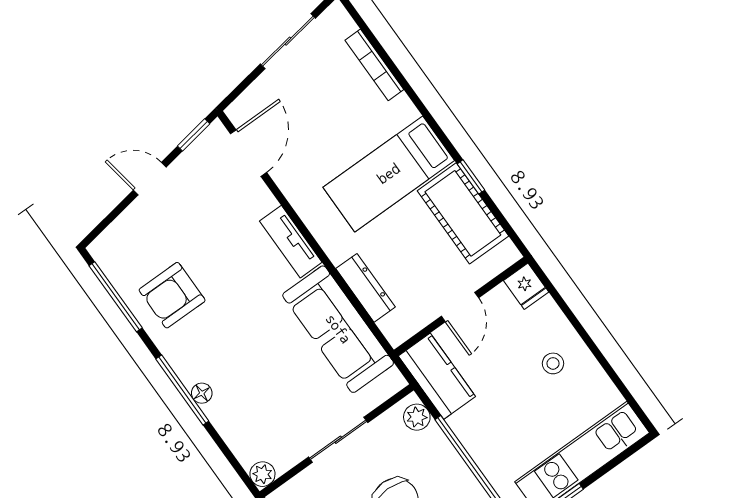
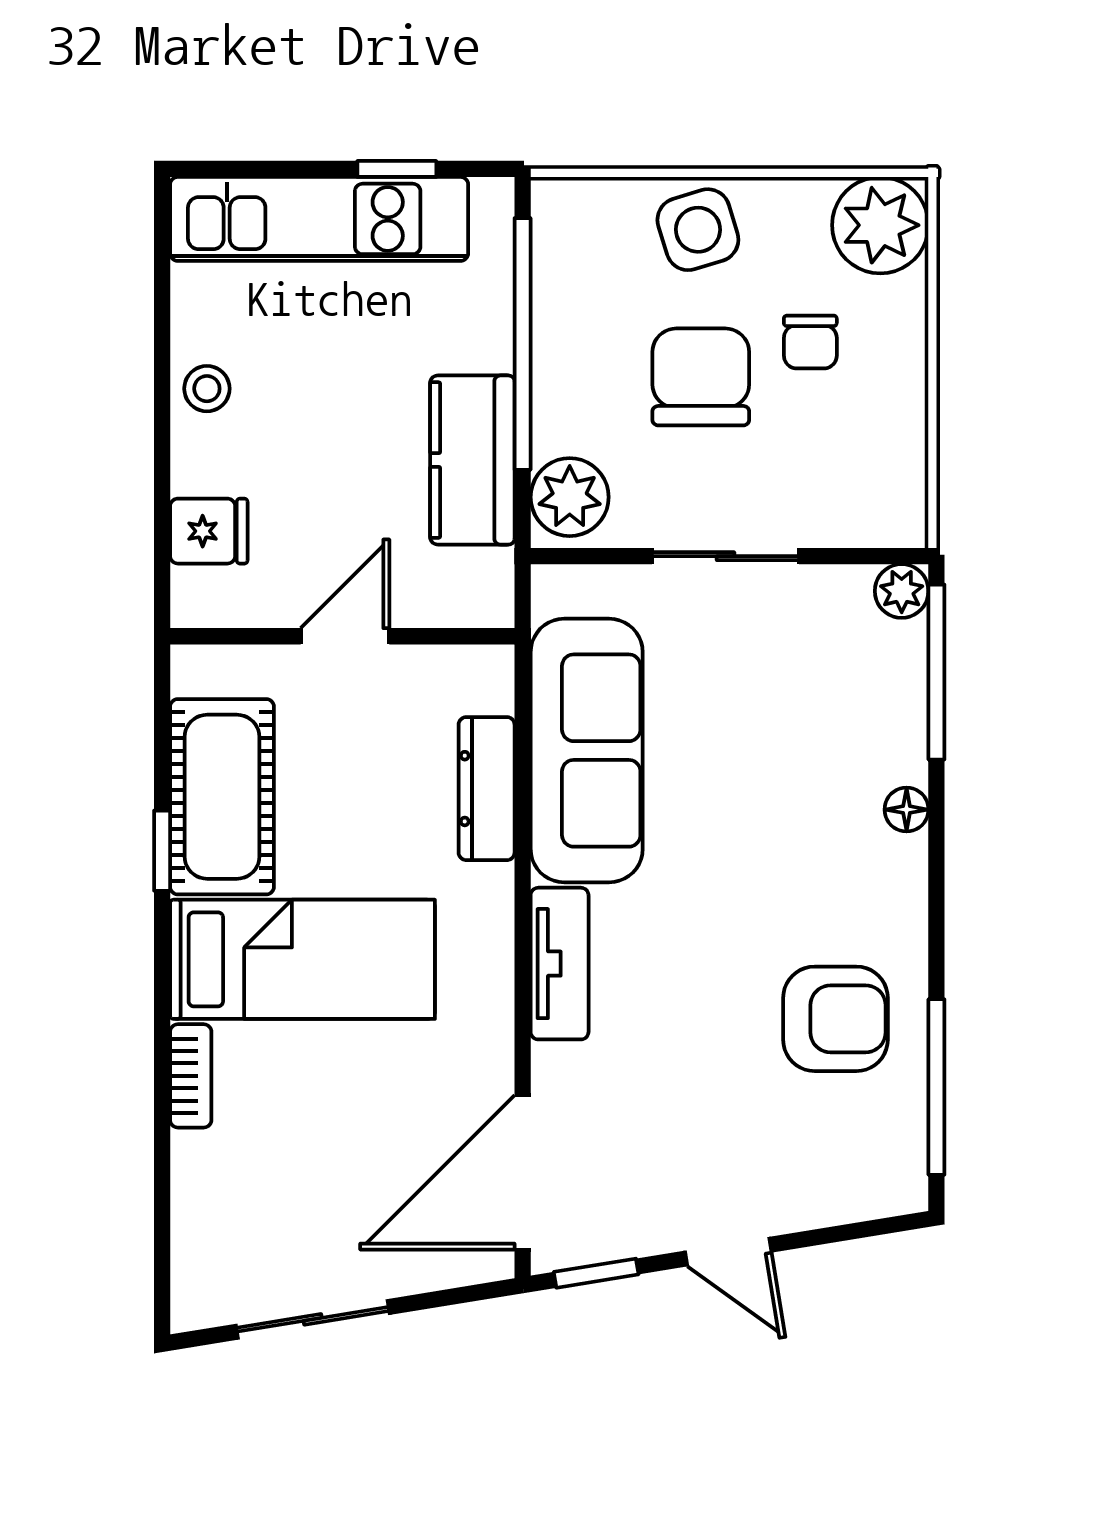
bookcase: (374, 65) -> (191, 1076), moved, width x0.64
door: (248, 153) -> (523, 1172), width x1.36
fridge: (526, 286) -> (209, 531), moved, turned 90
stool: (553, 363) -> (207, 389), moved
kitchen counter: (437, 376) -> (472, 460), moved
window: (182, 390) -> (936, 672), moved
plant: (417, 417) -> (570, 497), width x1.38, depth x1.38

